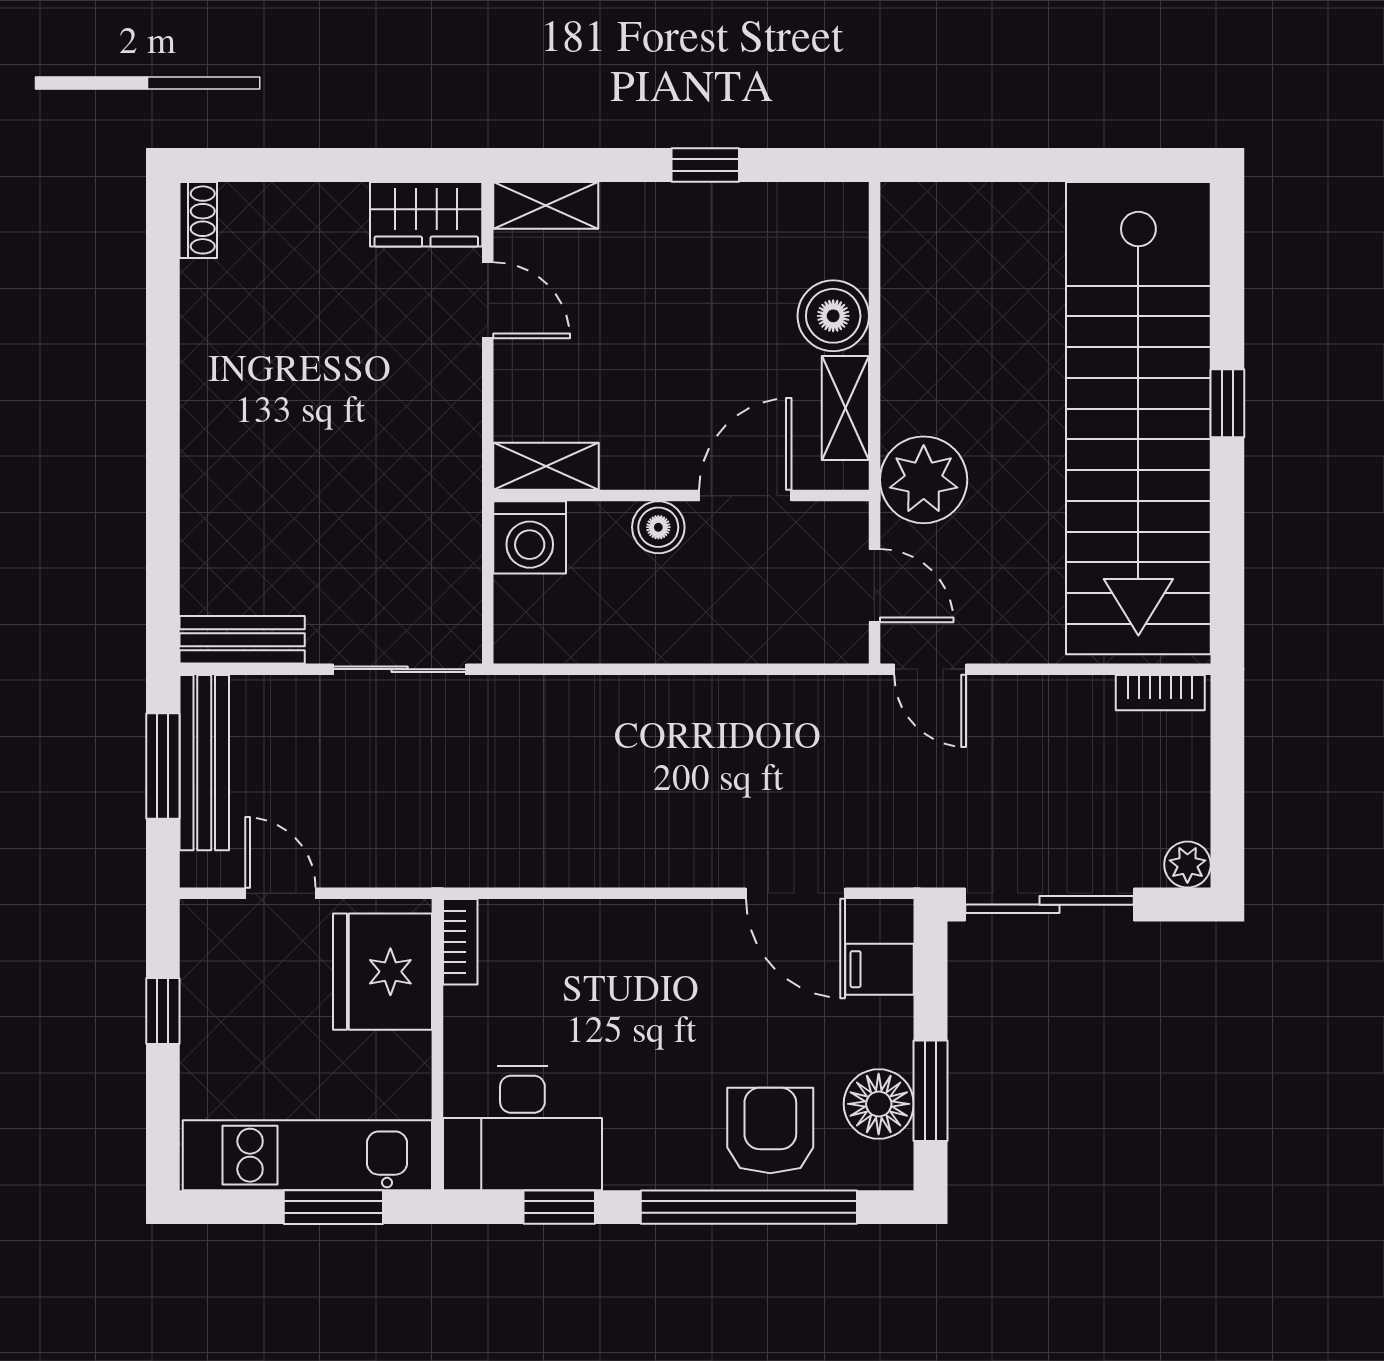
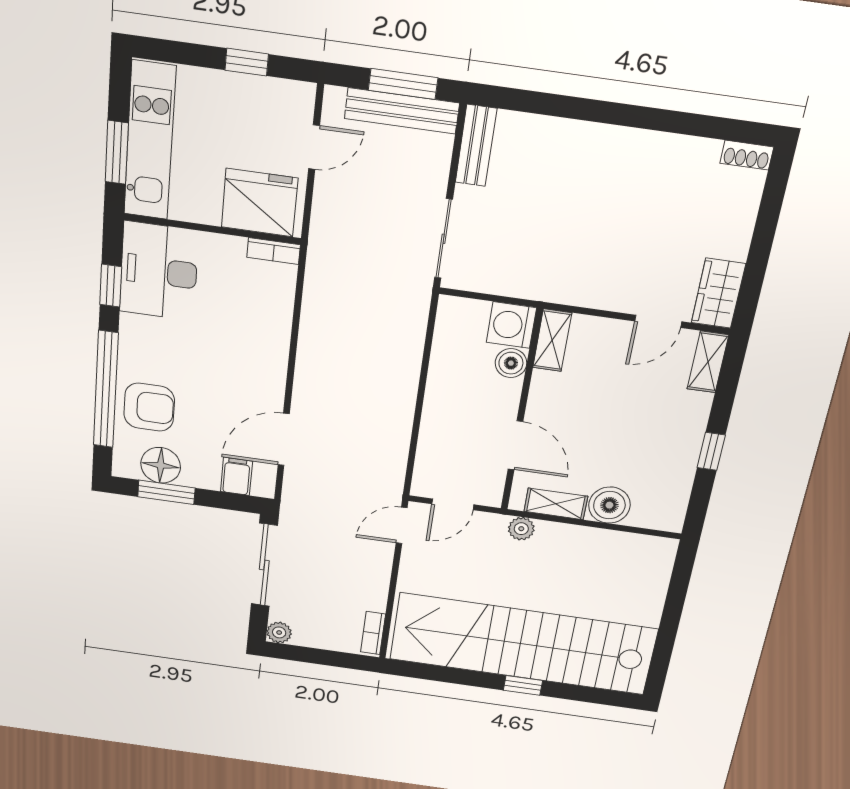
plant: (924, 480) -> (521, 529), width x0.53, depth x0.53
boiler: (658, 527) -> (511, 363), moved

